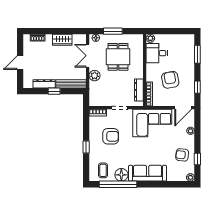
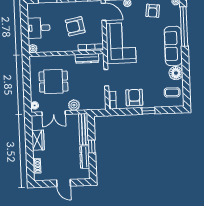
window: (113, 31) -> (27, 88), removed
desk: (157, 53) -> (39, 28), moved, turned 90
armchair: (111, 136) -> (134, 97), moved
window: (118, 184) -> (184, 27), moved

